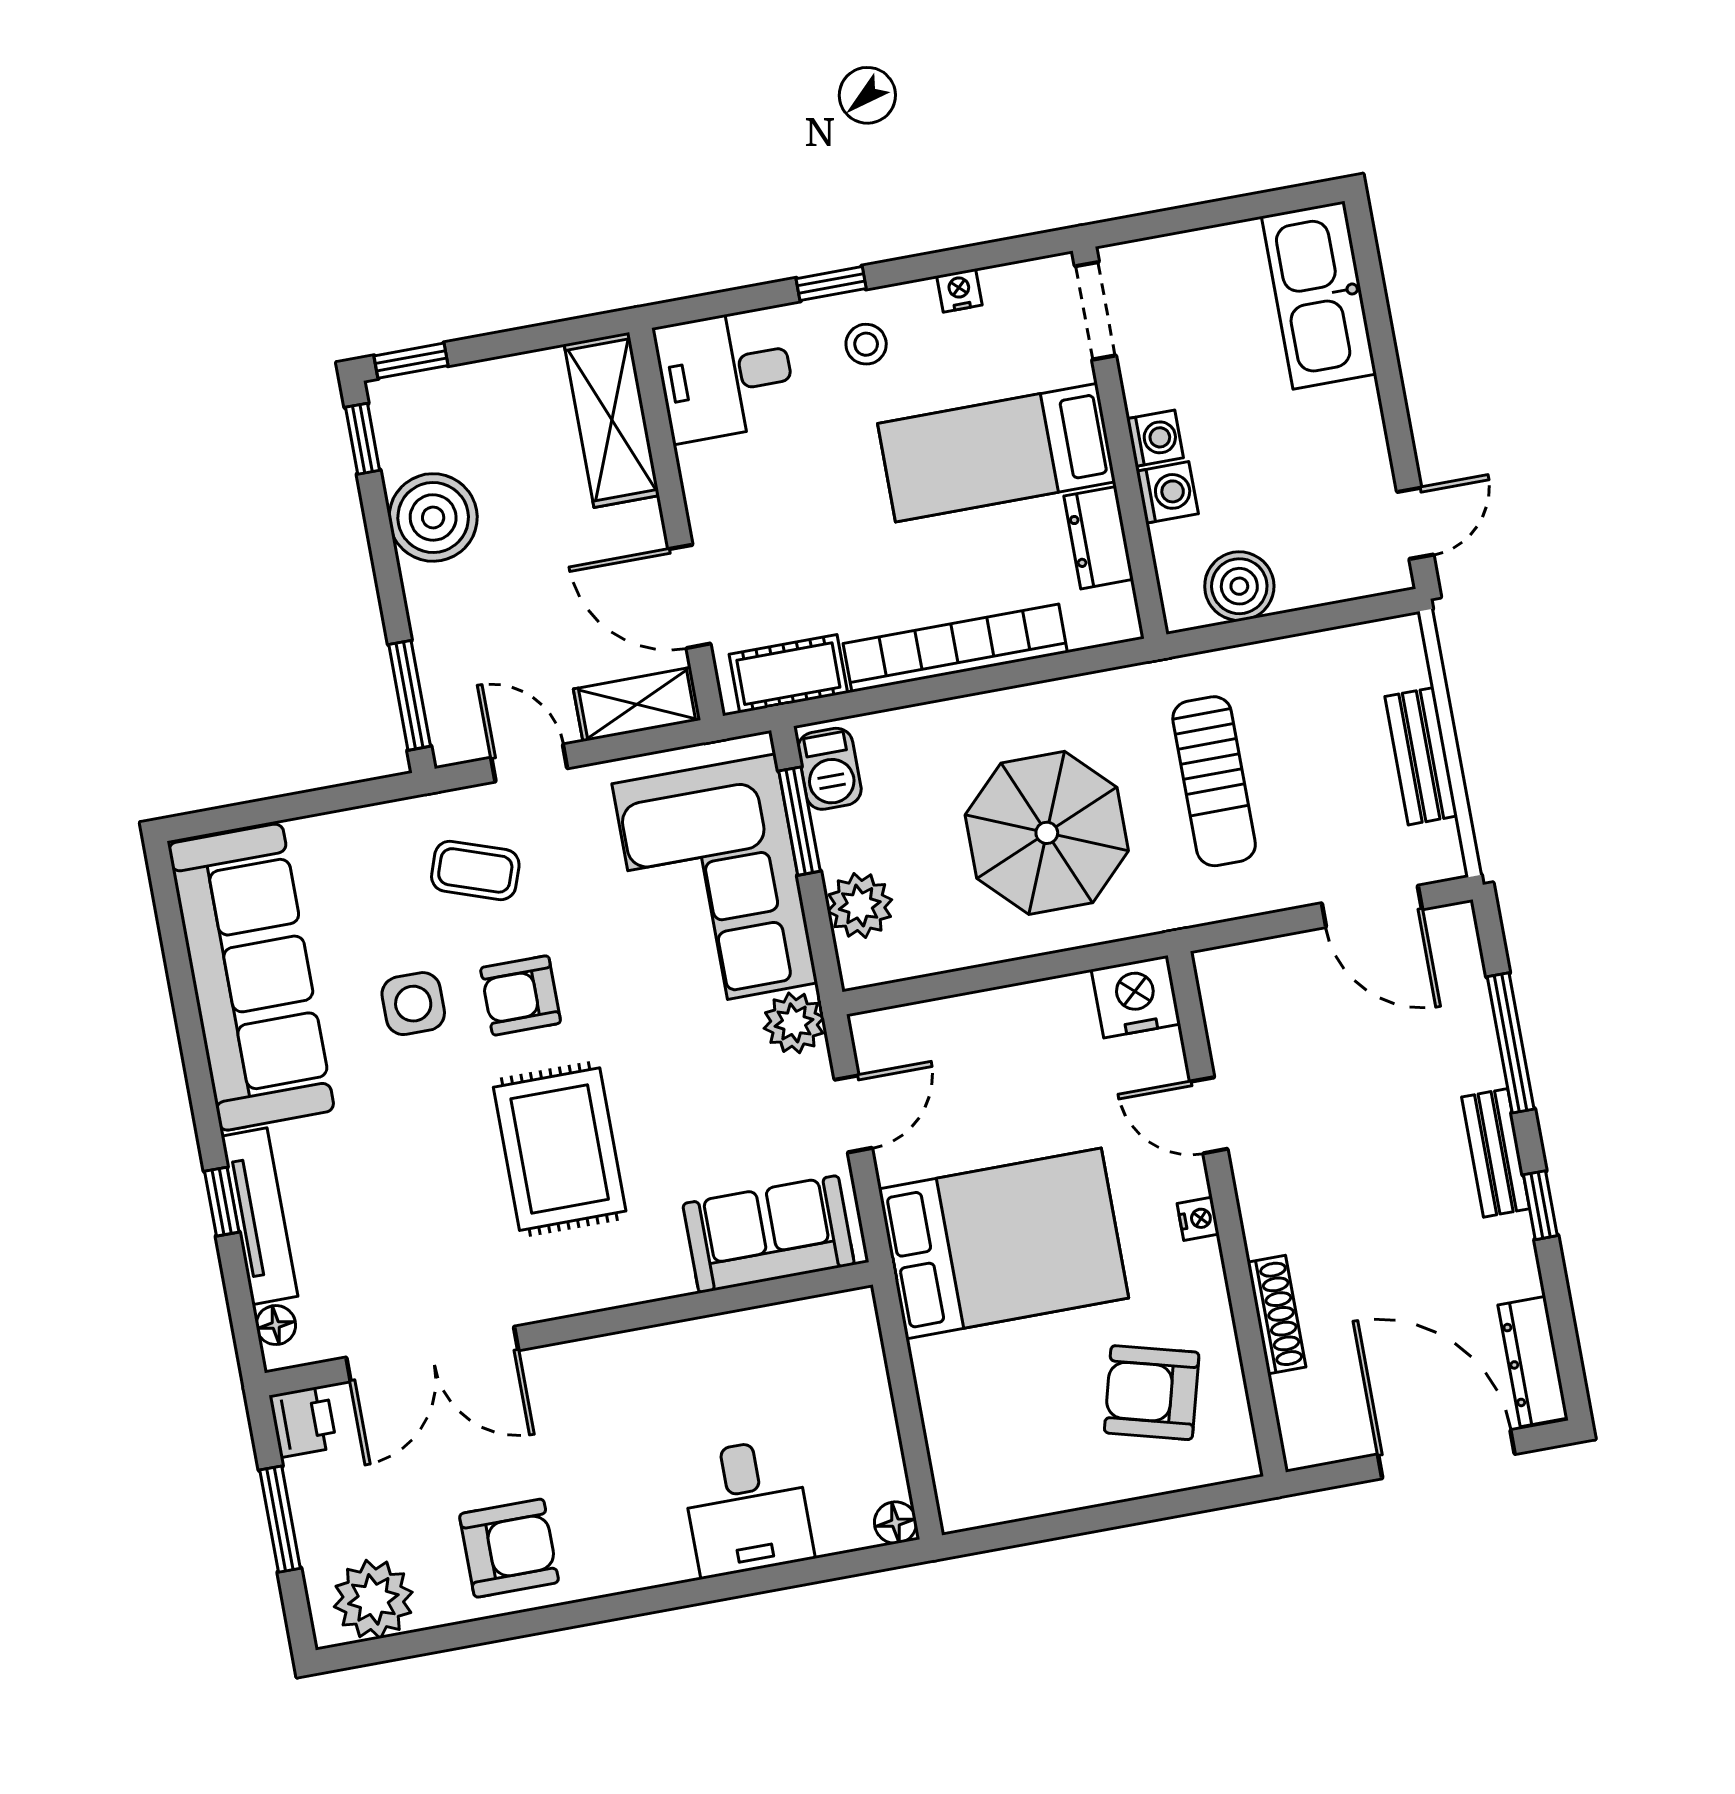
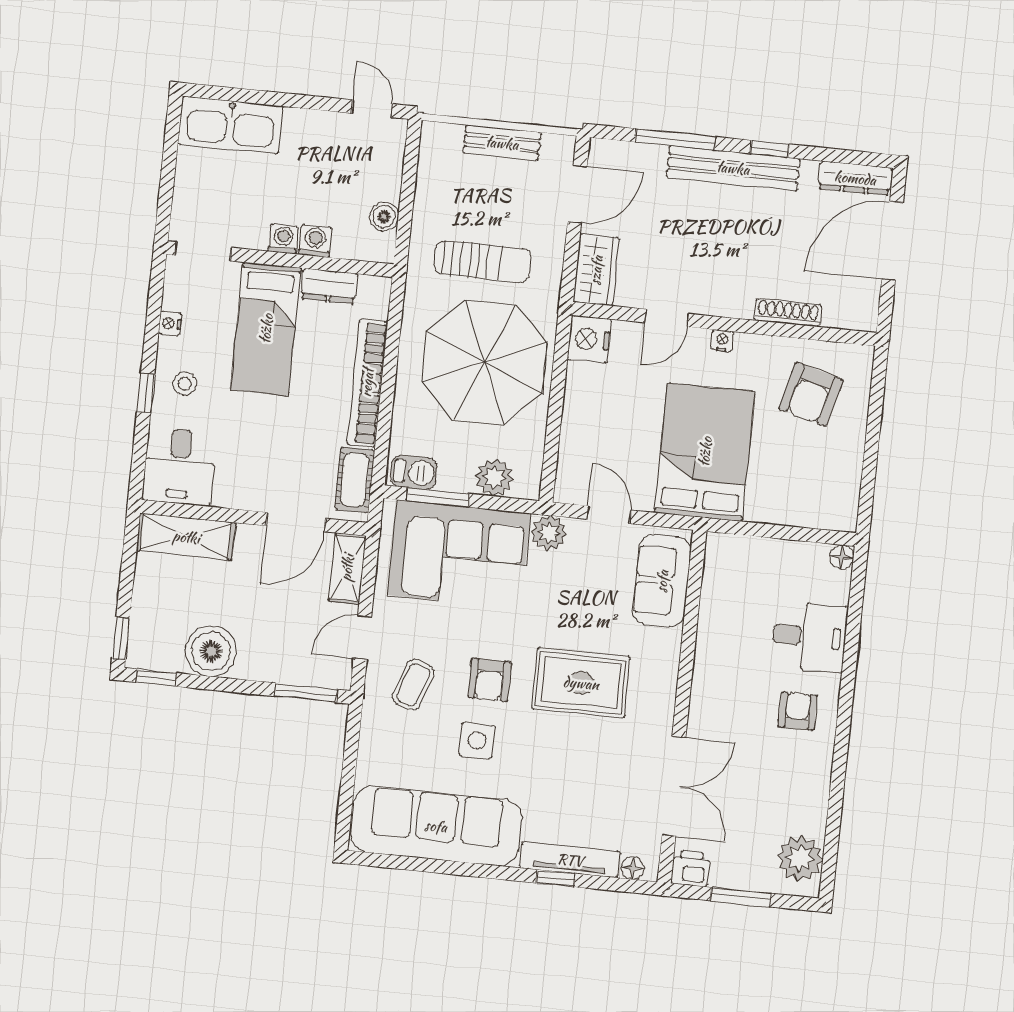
boiler: (1239, 586) -> (384, 217), width x0.73, depth x0.73
parasol: (1047, 833) -> (484, 362), width x1.36, depth x1.36
wardrobe: (1255, 974) -> (596, 270), added
bench: (1496, 1153) -> (733, 168), width x1.86, depth x1.21
armchair: (509, 1548) -> (798, 711), moved, width x0.72, depth x0.72

